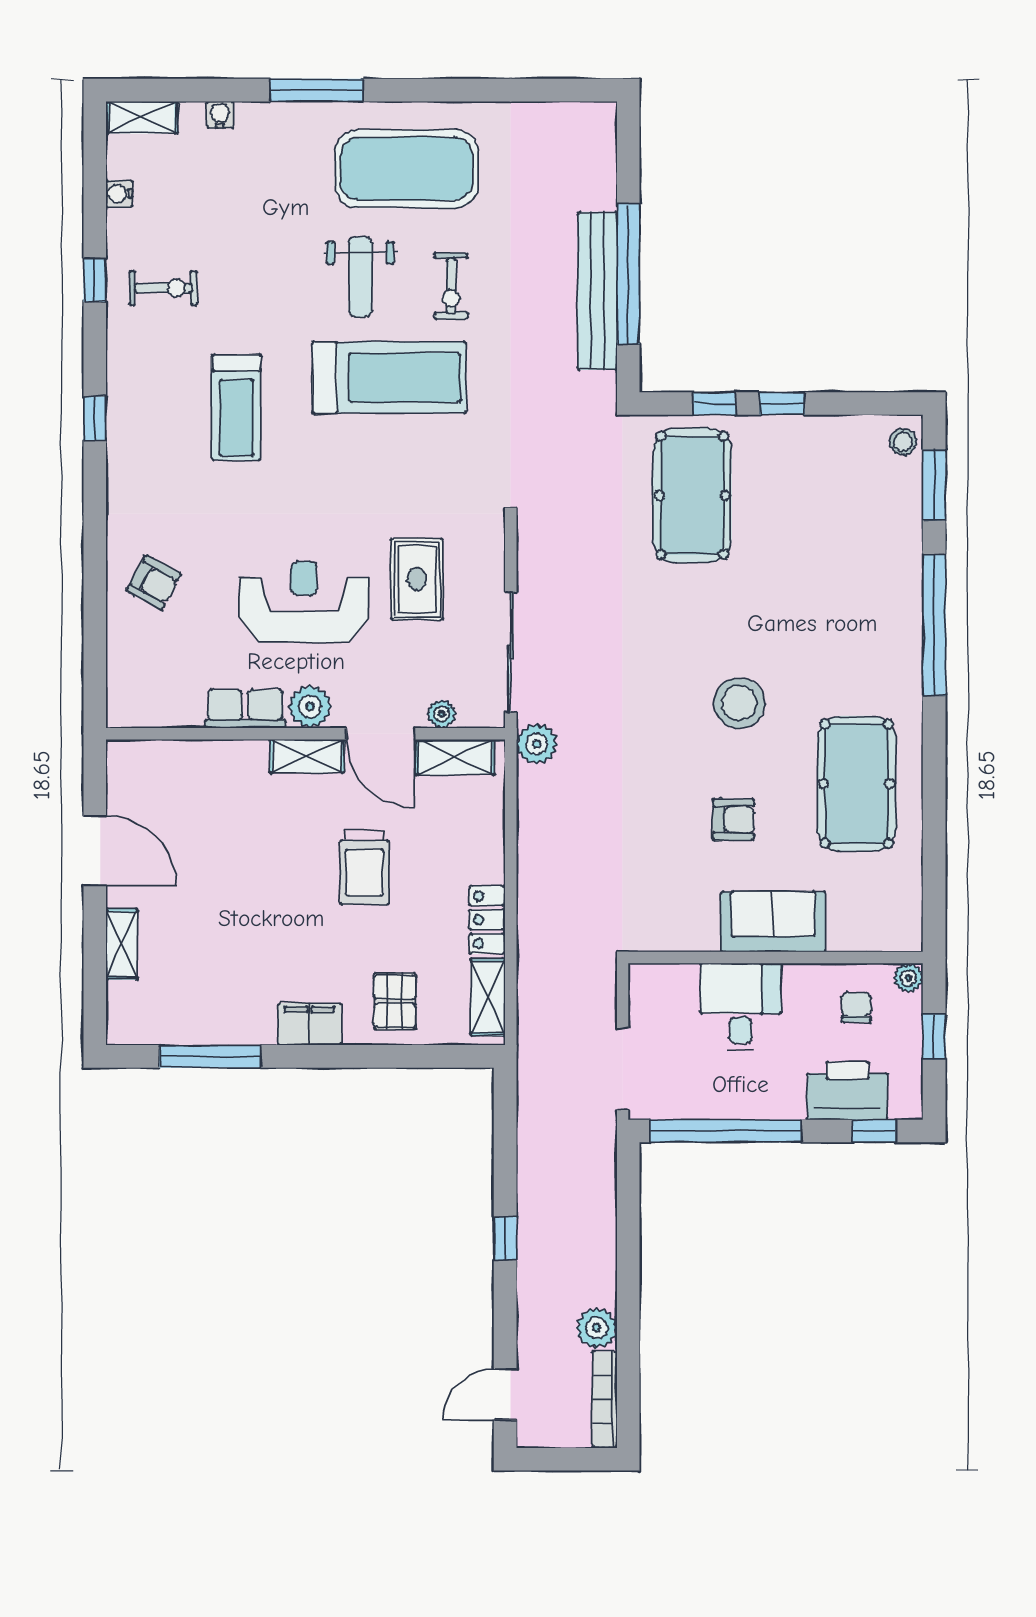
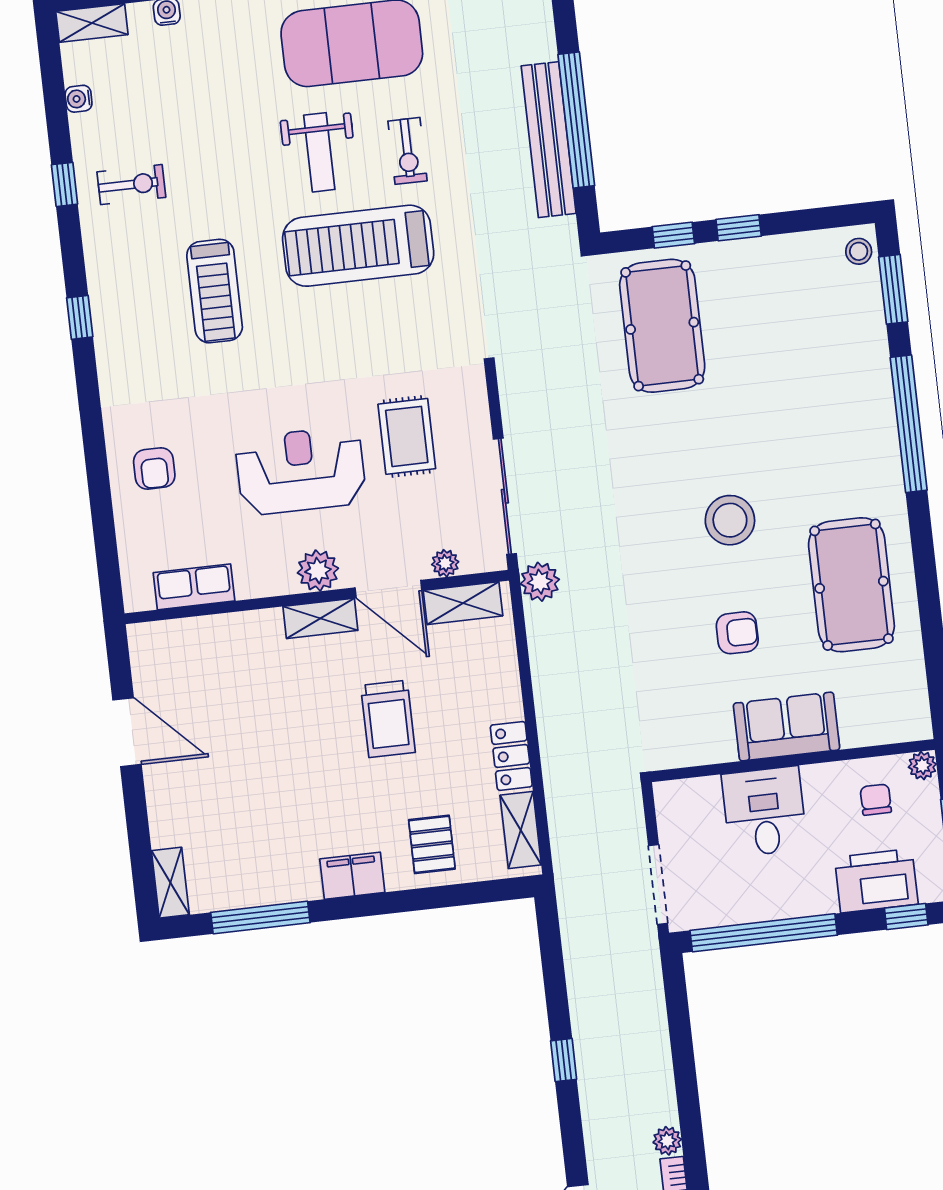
treadmill: (389, 377) -> (358, 246), turned 180
armchair: (154, 582) -> (154, 468), turned 61
row of seats: (245, 709) -> (194, 587), moved
shelving: (122, 944) -> (170, 883), moved
plant: (597, 1328) -> (667, 1141), width x0.73, depth x0.73

